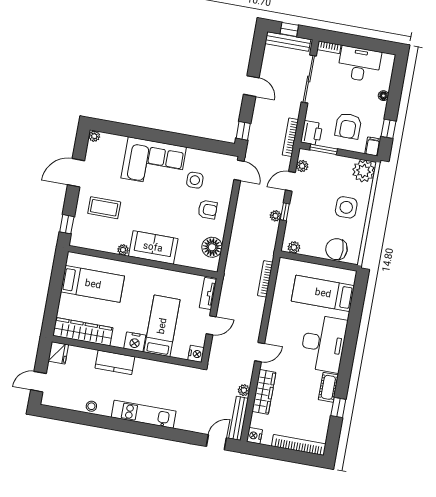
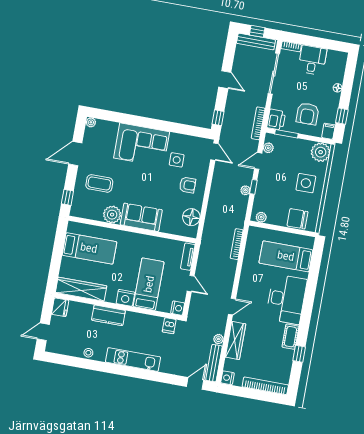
desk: (359, 64) -> (312, 60), width x0.73
plant: (123, 250) -> (112, 215), width x1.87, depth x1.87
door: (211, 325) -> (191, 284), hinge flipped
dishwasher: (186, 374) -> (169, 326), added

